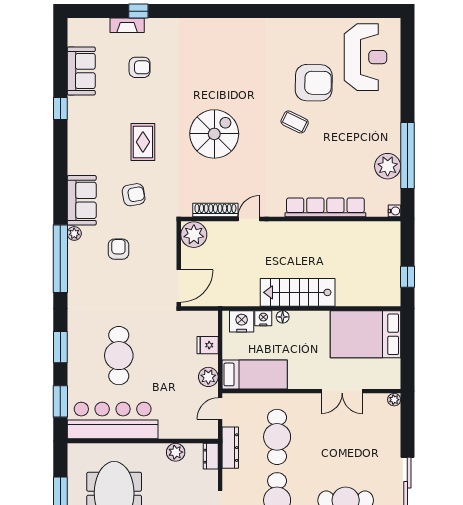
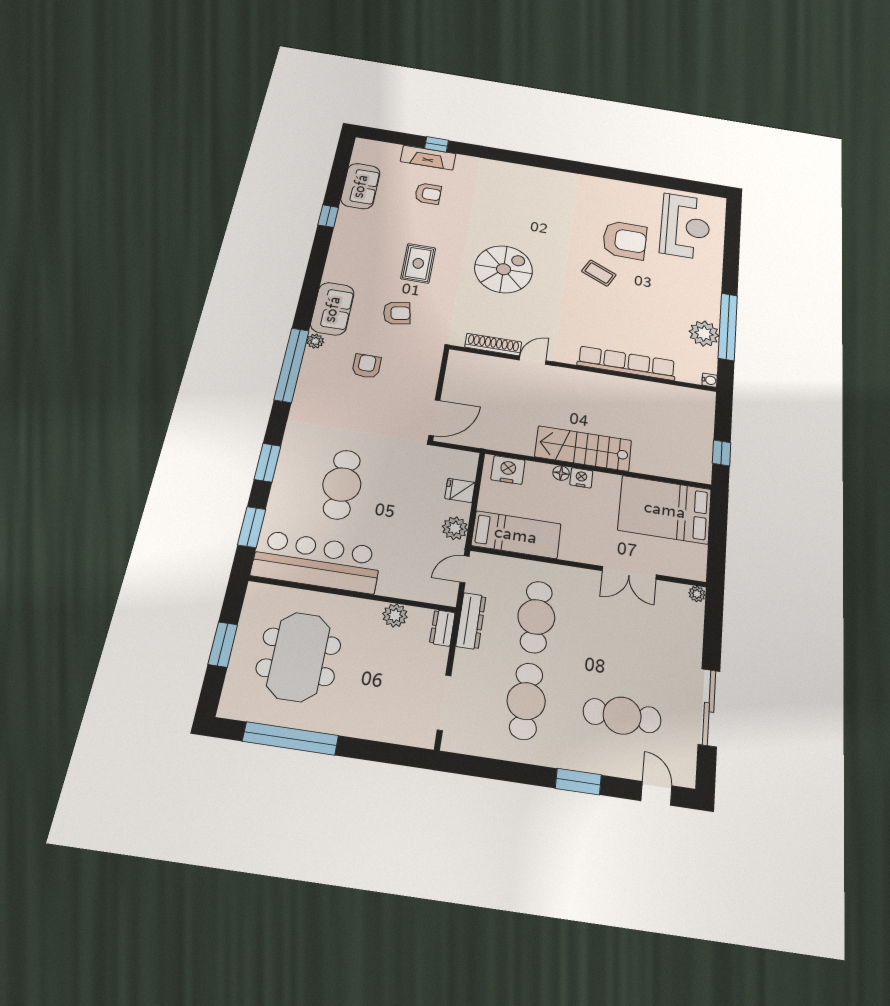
fireplace: (127, 25) -> (428, 158), width x1.37, depth x1.32
plant: (194, 235) -> (463, 366), removed
nightstand: (263, 318) -> (581, 478), moved

